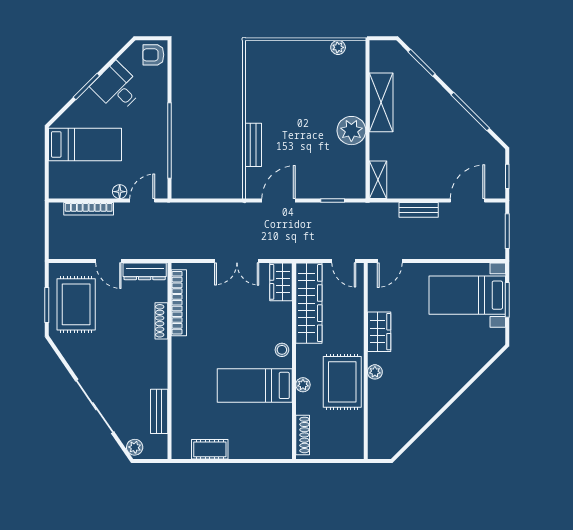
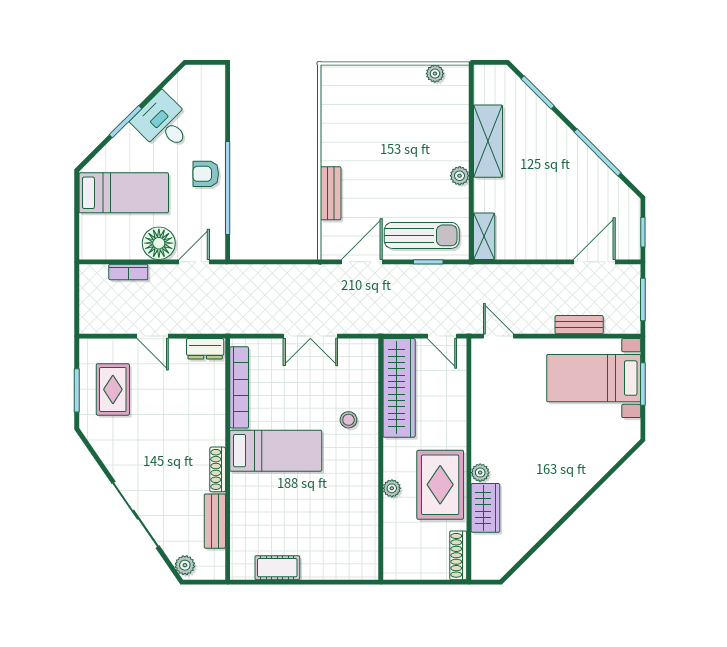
armchair: (153, 55) -> (206, 174), moved
plant: (351, 131) -> (460, 176), width x0.53, depth x0.53
sun lounger: (327, 179) -> (422, 235), added
floor lamp: (120, 192) -> (159, 243), width x1.89, depth x1.89
bookcase: (89, 209) -> (128, 272), width x0.64
bench: (419, 210) -> (579, 325), moved
door: (390, 261) -> (498, 336), swing flipped
dresser: (145, 271) -> (205, 349), width x0.70
wardrobe: (281, 282) -> (365, 362), removed
rug: (76, 304) -> (113, 389), width x0.73, depth x0.70
shoe rack: (161, 321) -> (218, 469), moved
wardrobe: (379, 332) -> (485, 508), moved
stool: (282, 350) -> (348, 420), moved
bed: (255, 385) -> (276, 451), moved, turned 180
shoe rack: (303, 435) -> (458, 555), moved, turned 180

